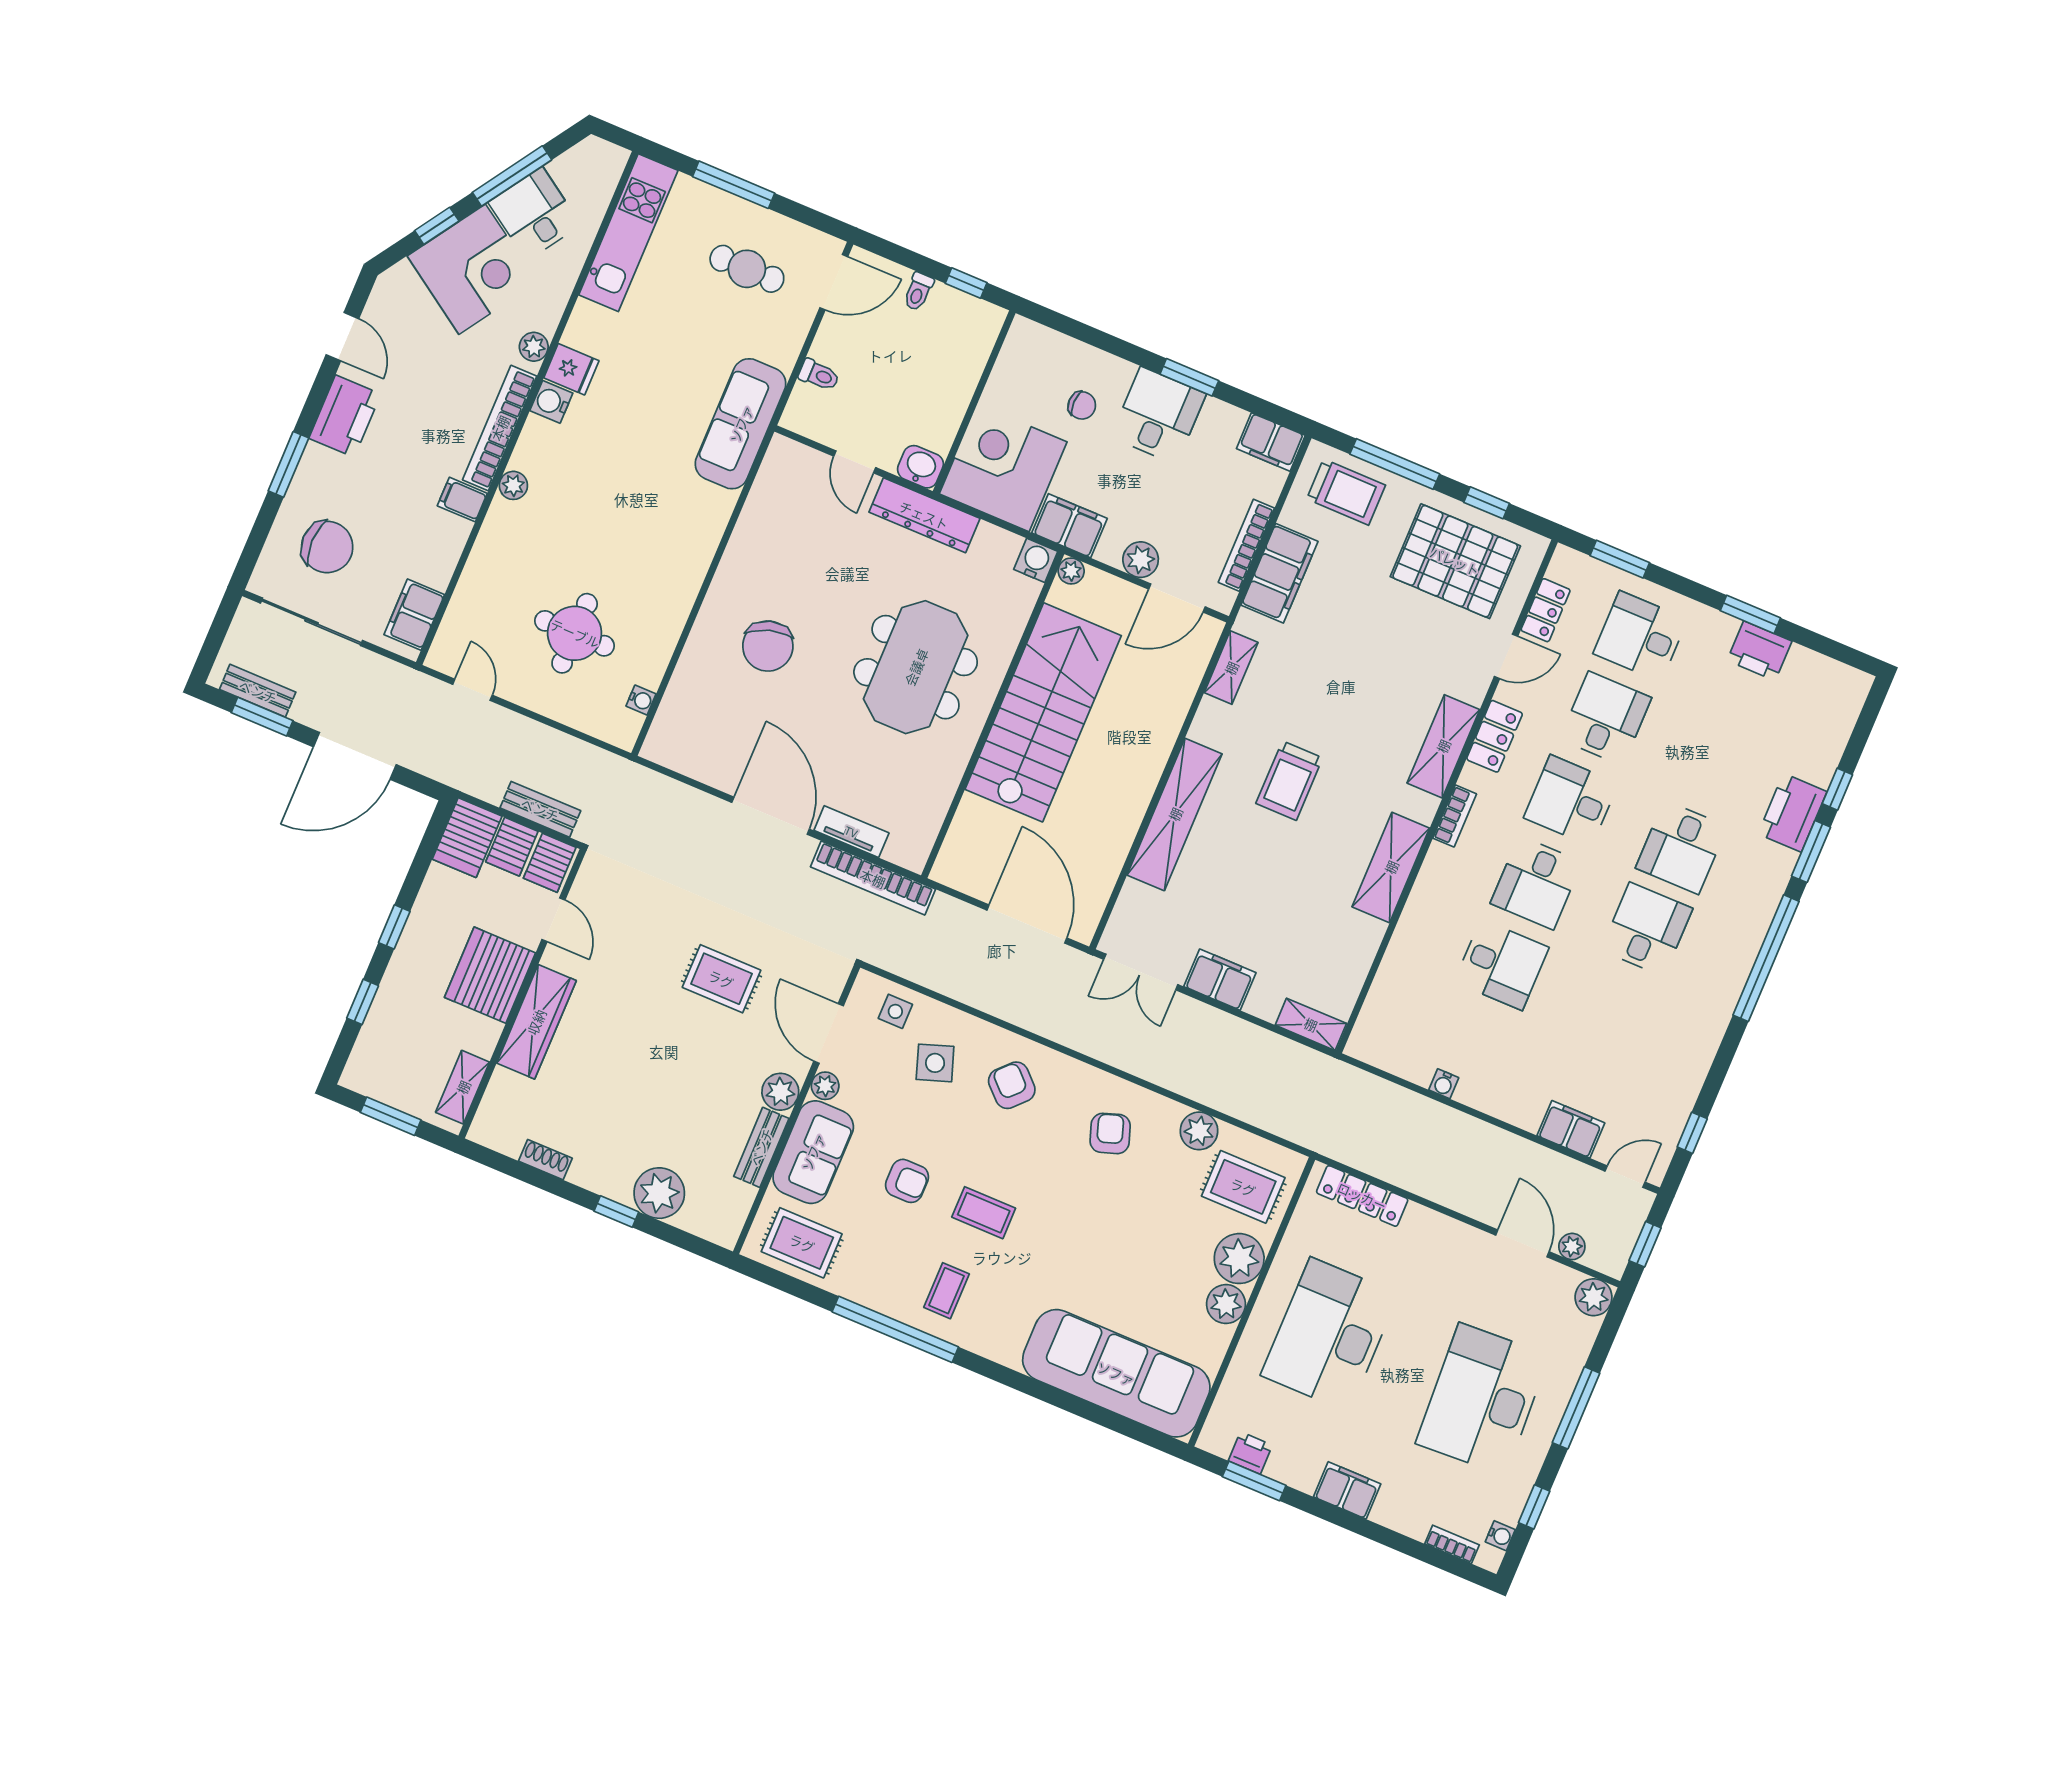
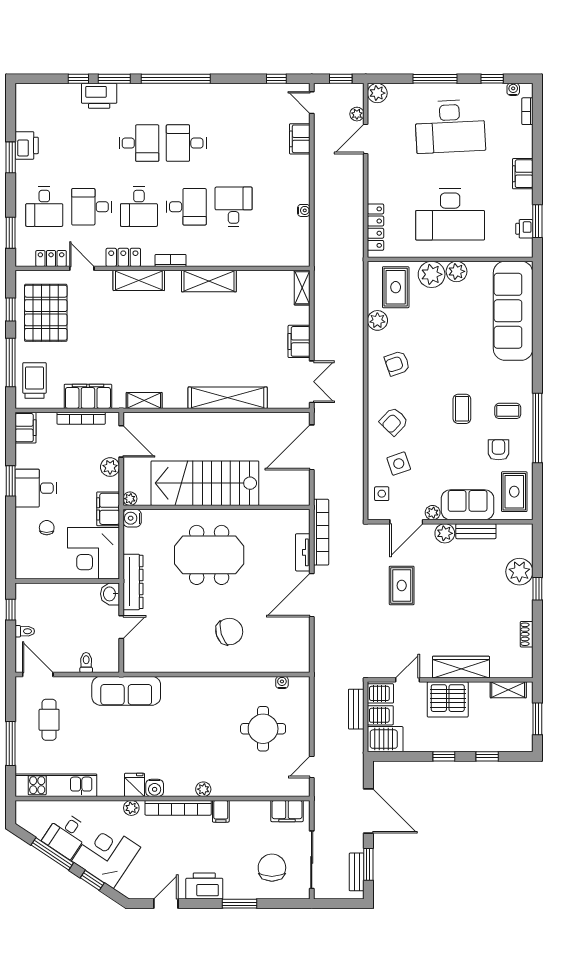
trolley: (1289, 781) -> (187, 349), removed
armchair: (907, 1181) -> (498, 450), moved

